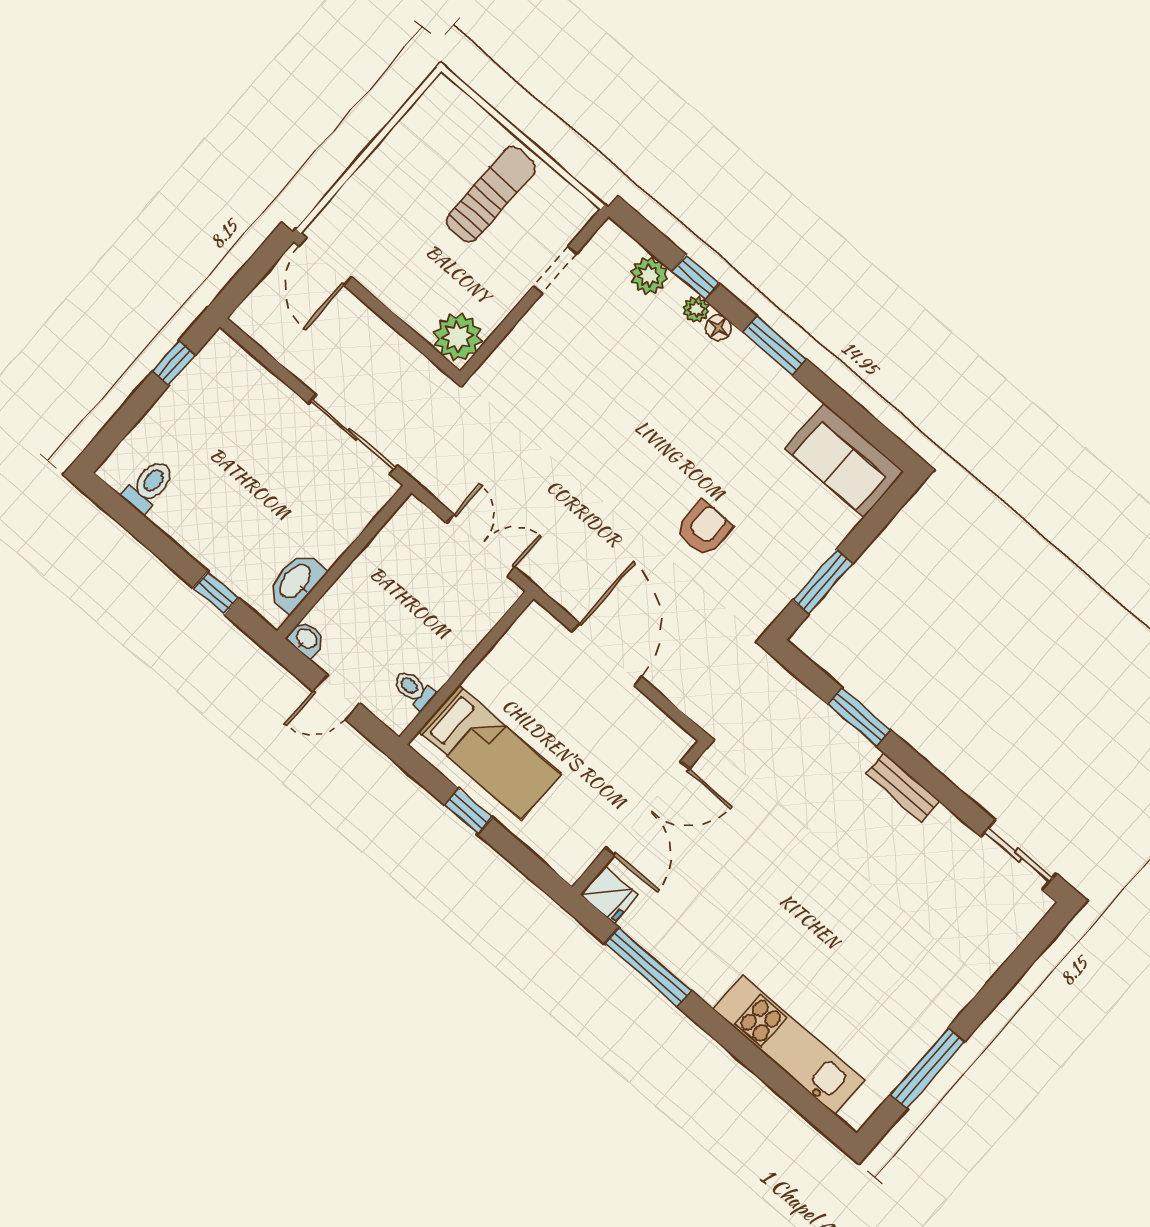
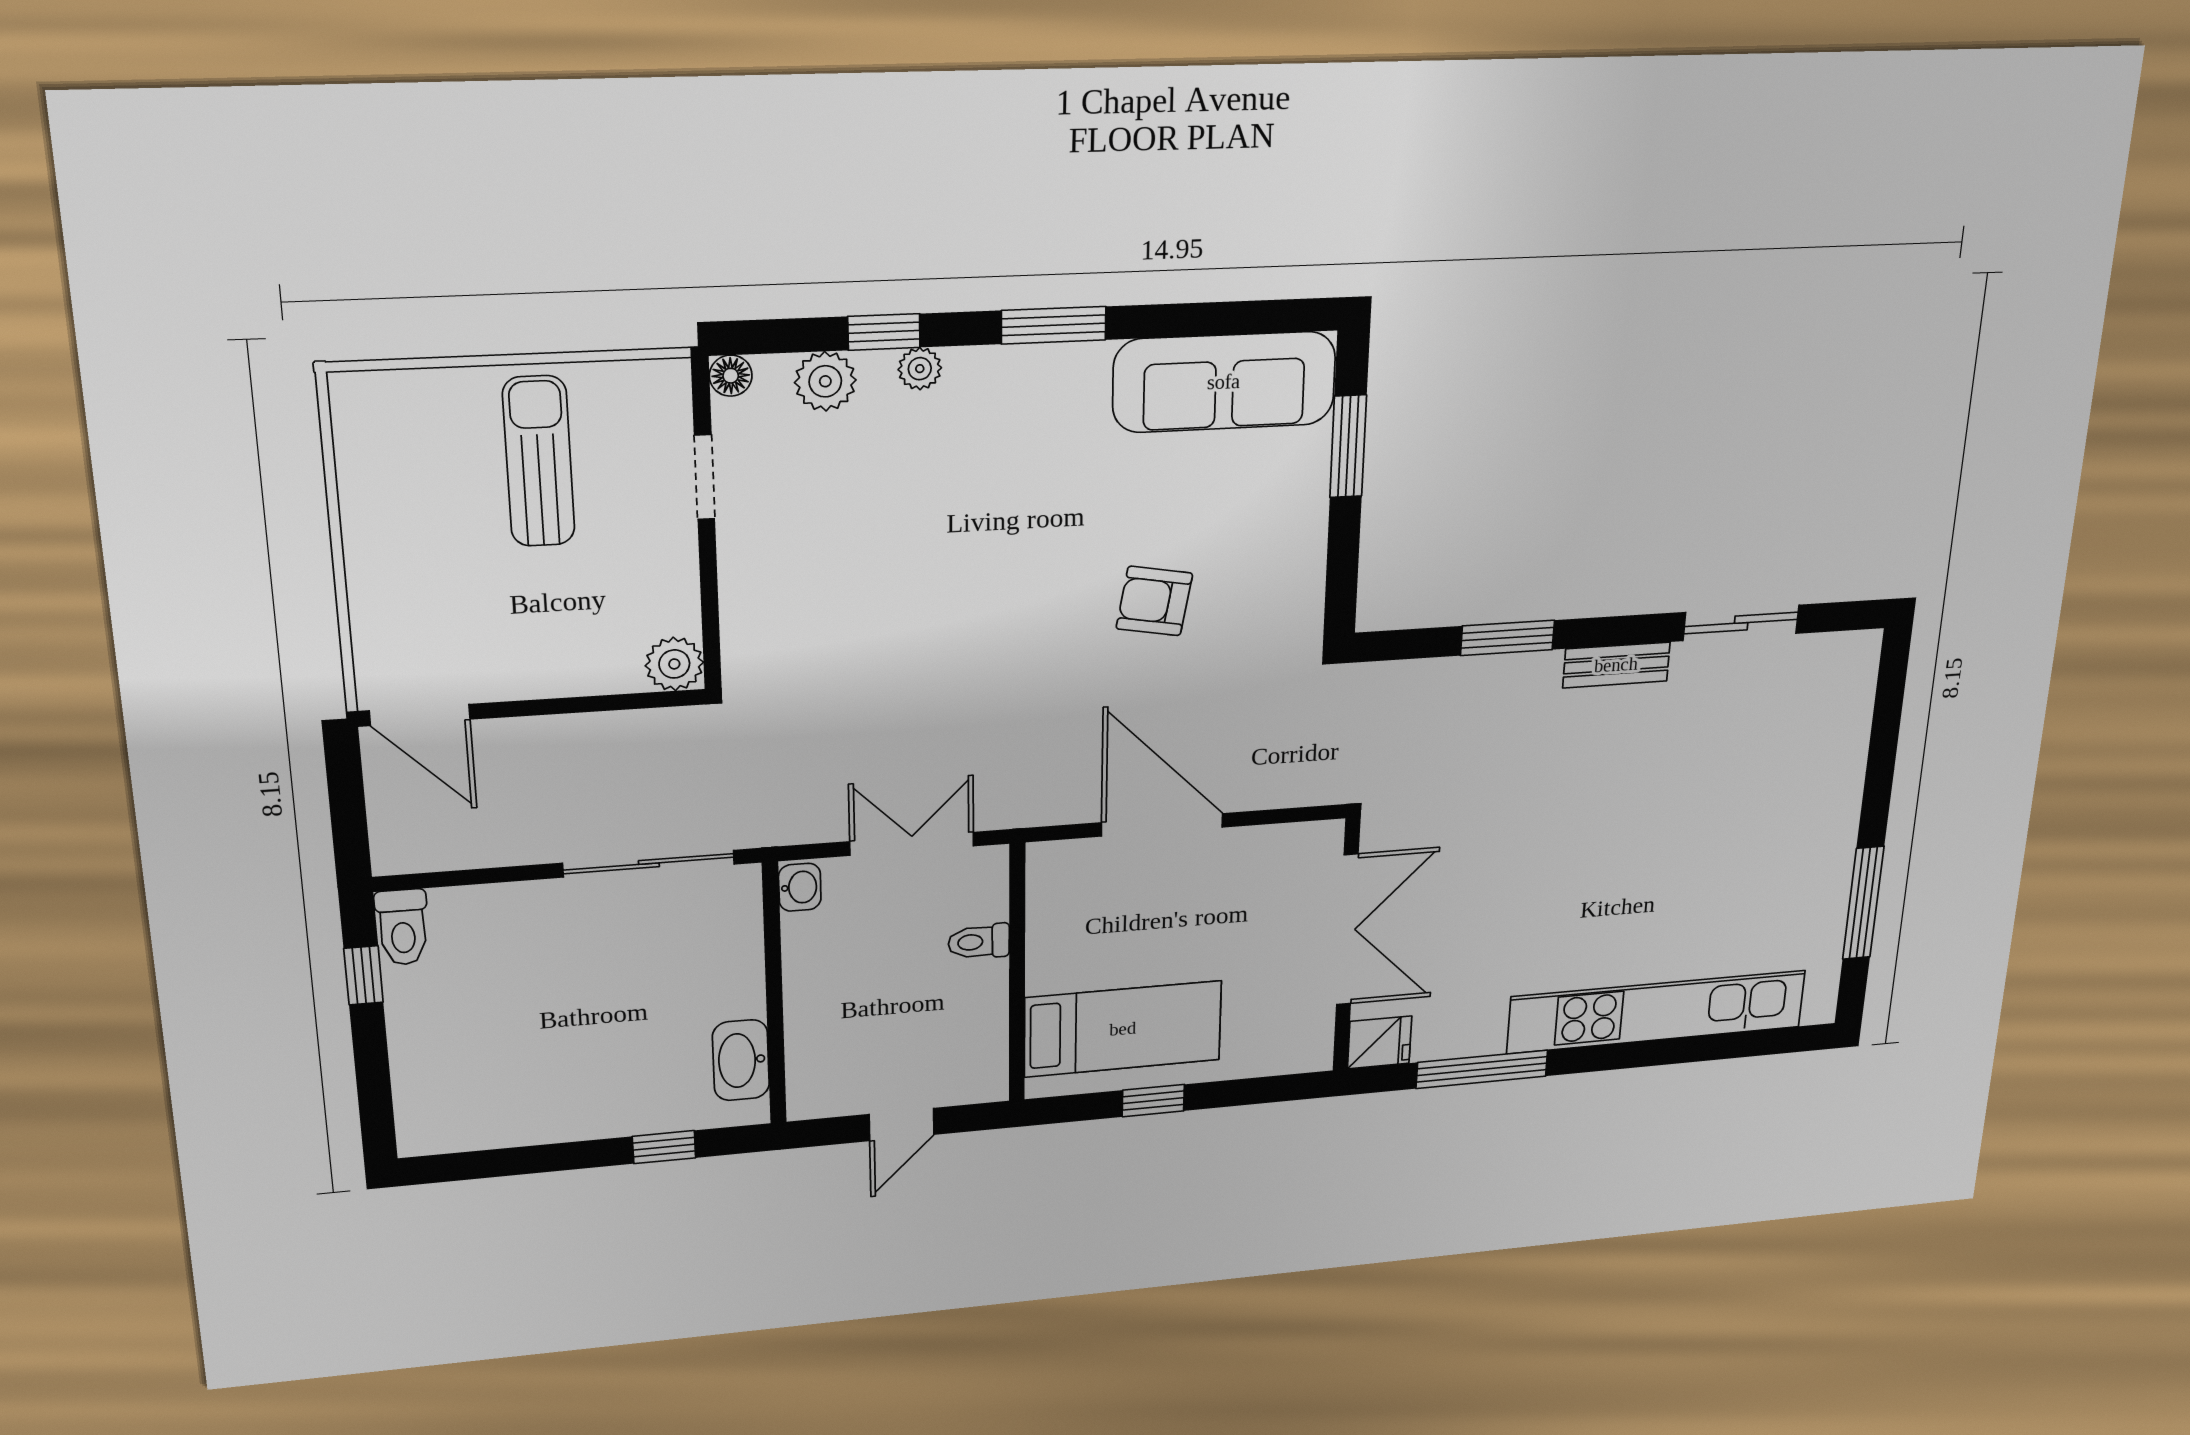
floor lamp: (718, 328) -> (731, 376), moved
plant: (458, 337) -> (674, 664), width x0.73, depth x0.73
sofa: (844, 460) -> (1224, 382), width x1.36
toilet: (149, 486) -> (403, 927), moved, turned 180
armchair: (704, 529) -> (1154, 601), turned -80
window: (823, 582) -> (1348, 446), moved
washbasin: (306, 639) -> (800, 887), moved, turned 90
toilet: (414, 689) -> (979, 942), moved
sliding door: (1019, 855) -> (1741, 623), moved
kitchen unit: (789, 1045) -> (1657, 1012), width x1.36

